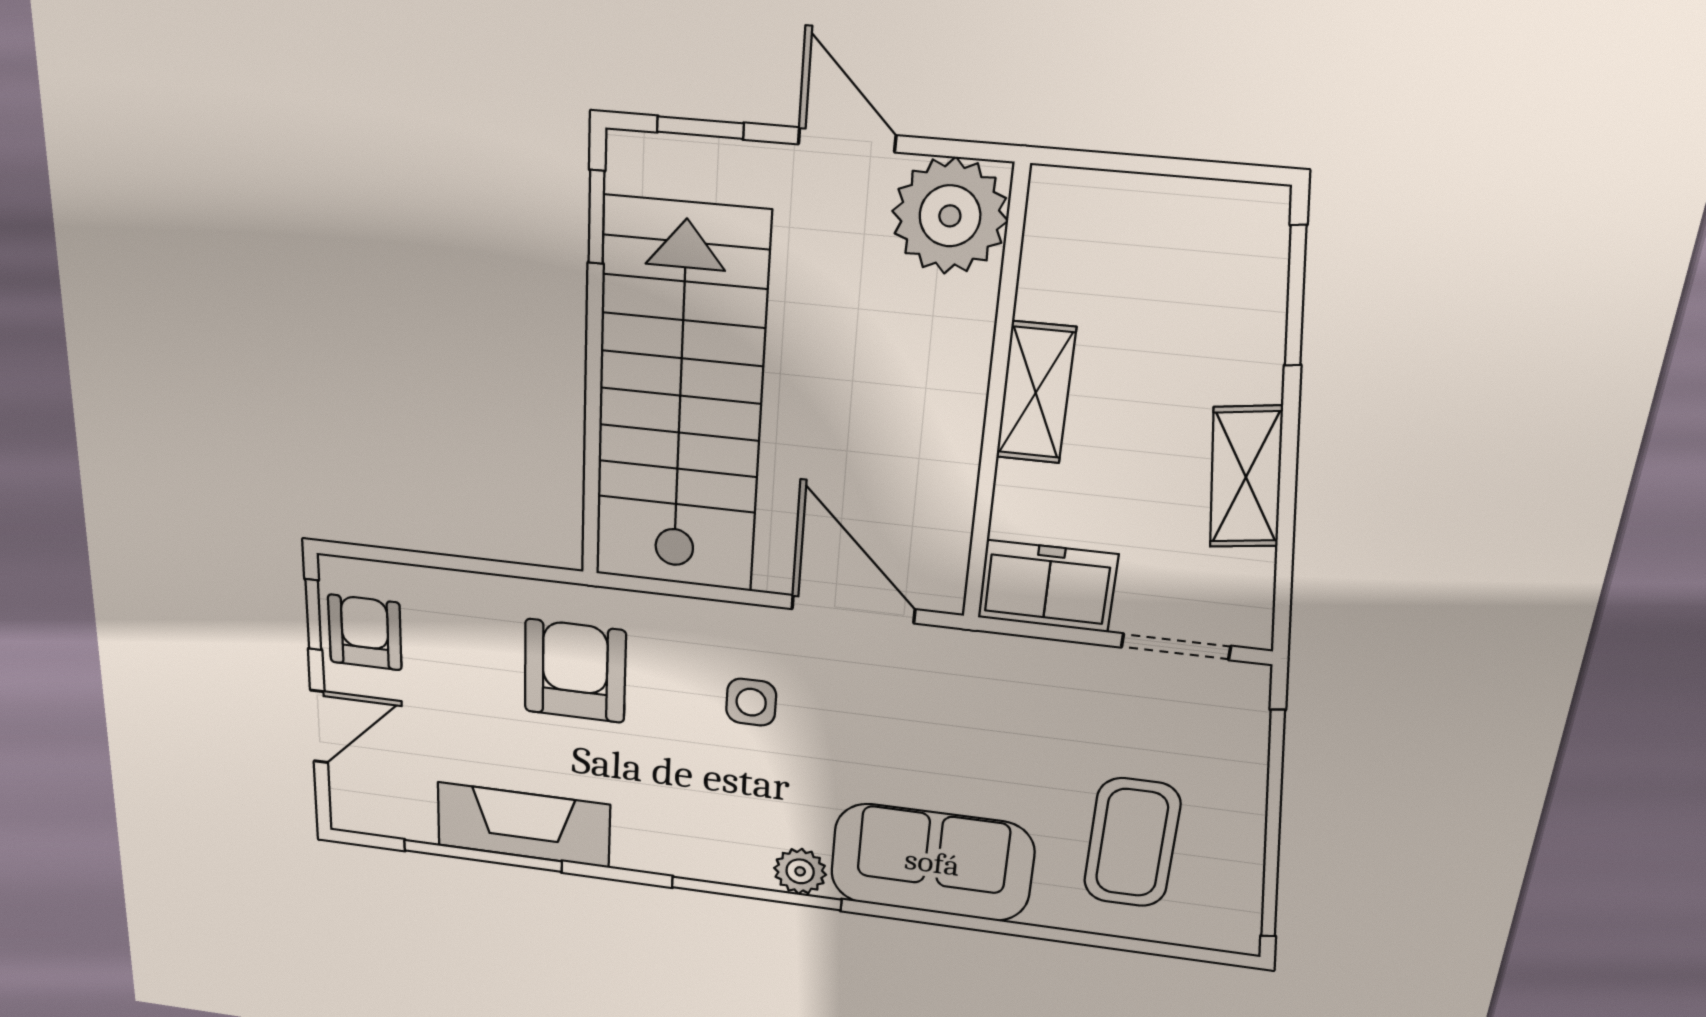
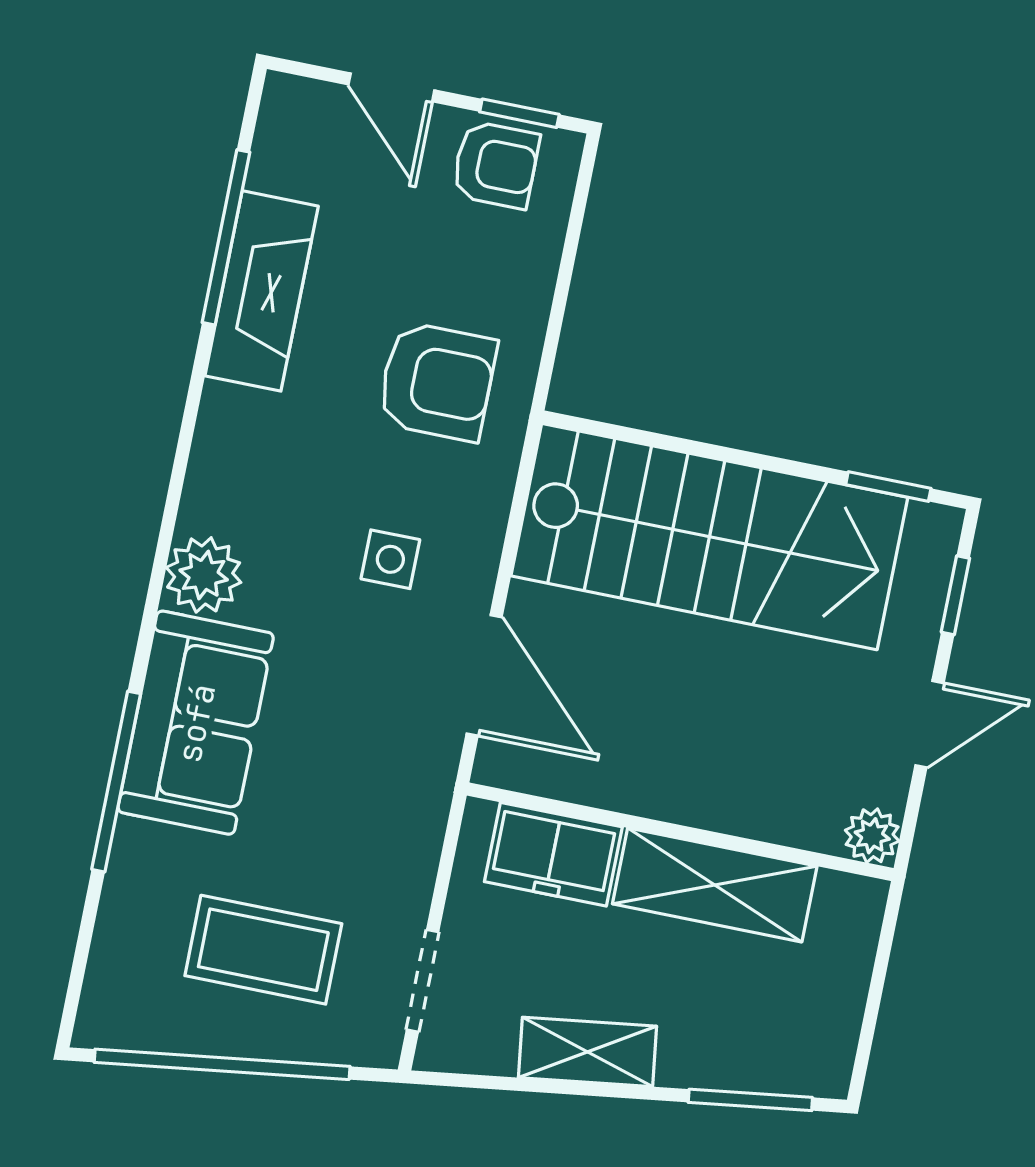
plant: (950, 216) -> (872, 836), width x0.53, depth x0.53
shelving: (1036, 393) -> (715, 885), width x1.50, depth x1.33
freezer: (1047, 586) -> (553, 854), moved, turned 90
door: (853, 609) -> (484, 675), hinge flipped
coffee table: (1132, 843) -> (263, 950), moved
plant: (800, 871) -> (204, 575), width x1.38, depth x1.38
window: (756, 893) -> (116, 782), moved

